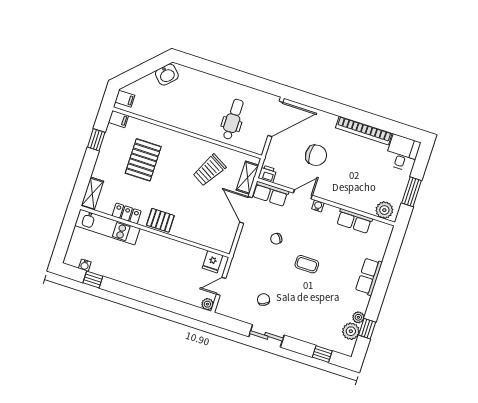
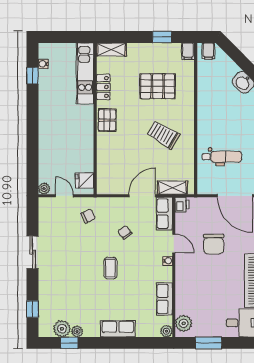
trolley: (209, 170) -> (163, 135), moved
plant: (387, 229) -> (166, 331), added
chair: (264, 300) -> (88, 216), moved

